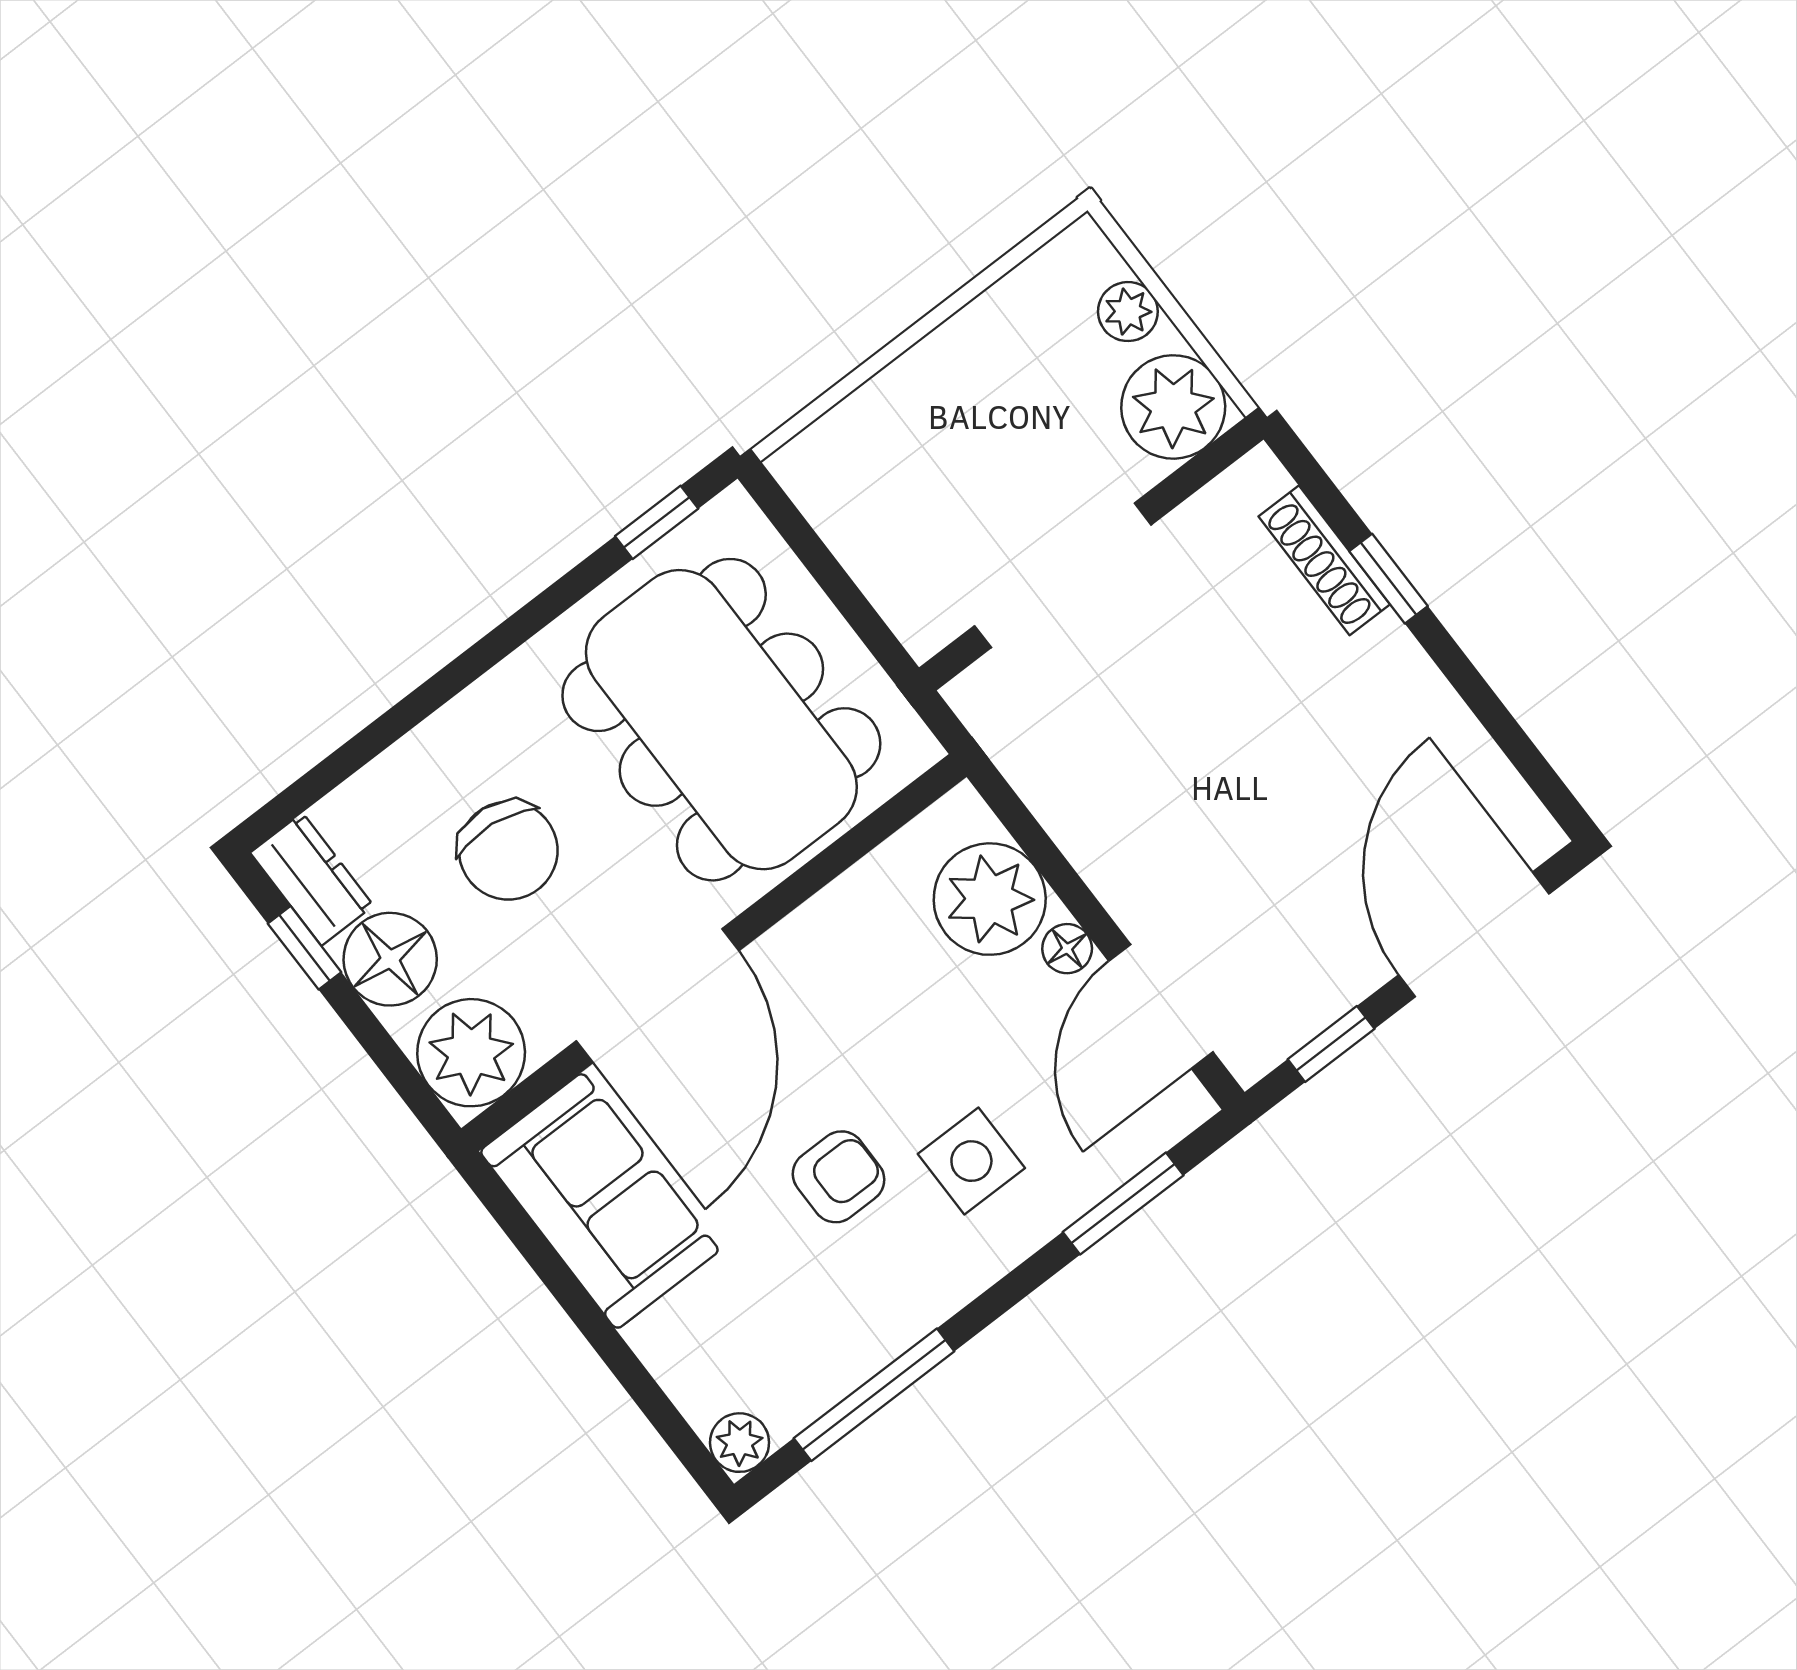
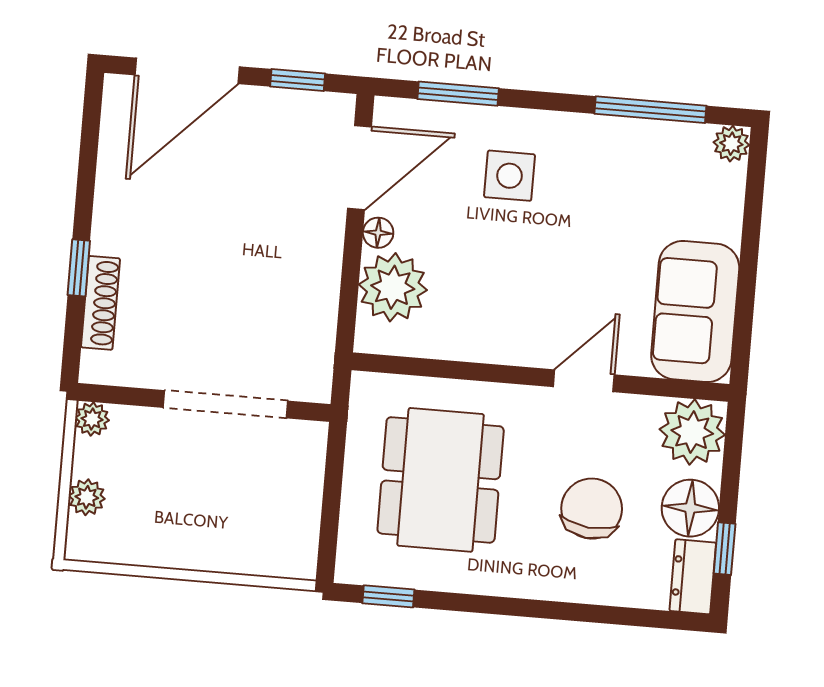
plant: (1173, 407) -> (92, 419), width x0.53, depth x0.53
dining table: (721, 720) -> (441, 480), width x0.73, depth x0.80
door: (658, 996) -> (584, 381), width x0.53
armchair: (839, 1177) -> (576, 223), removed

